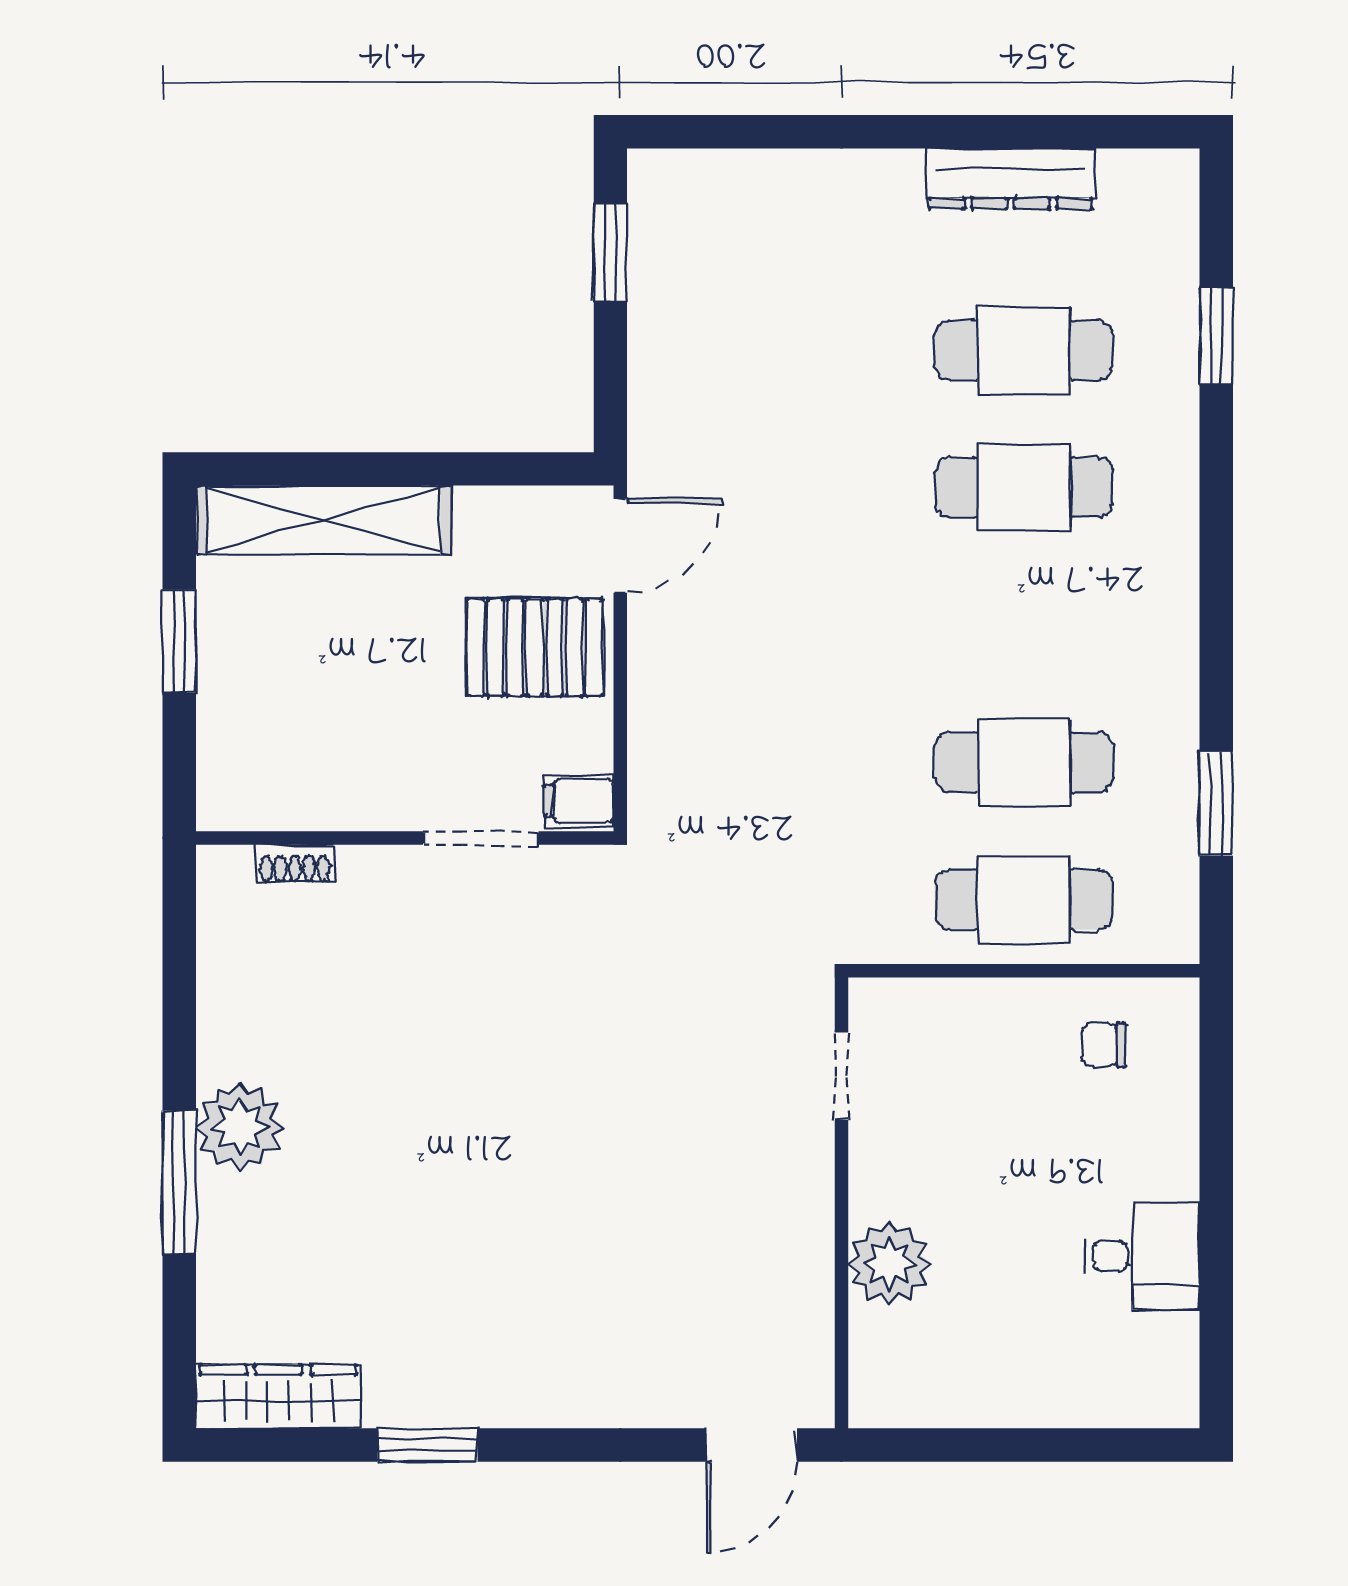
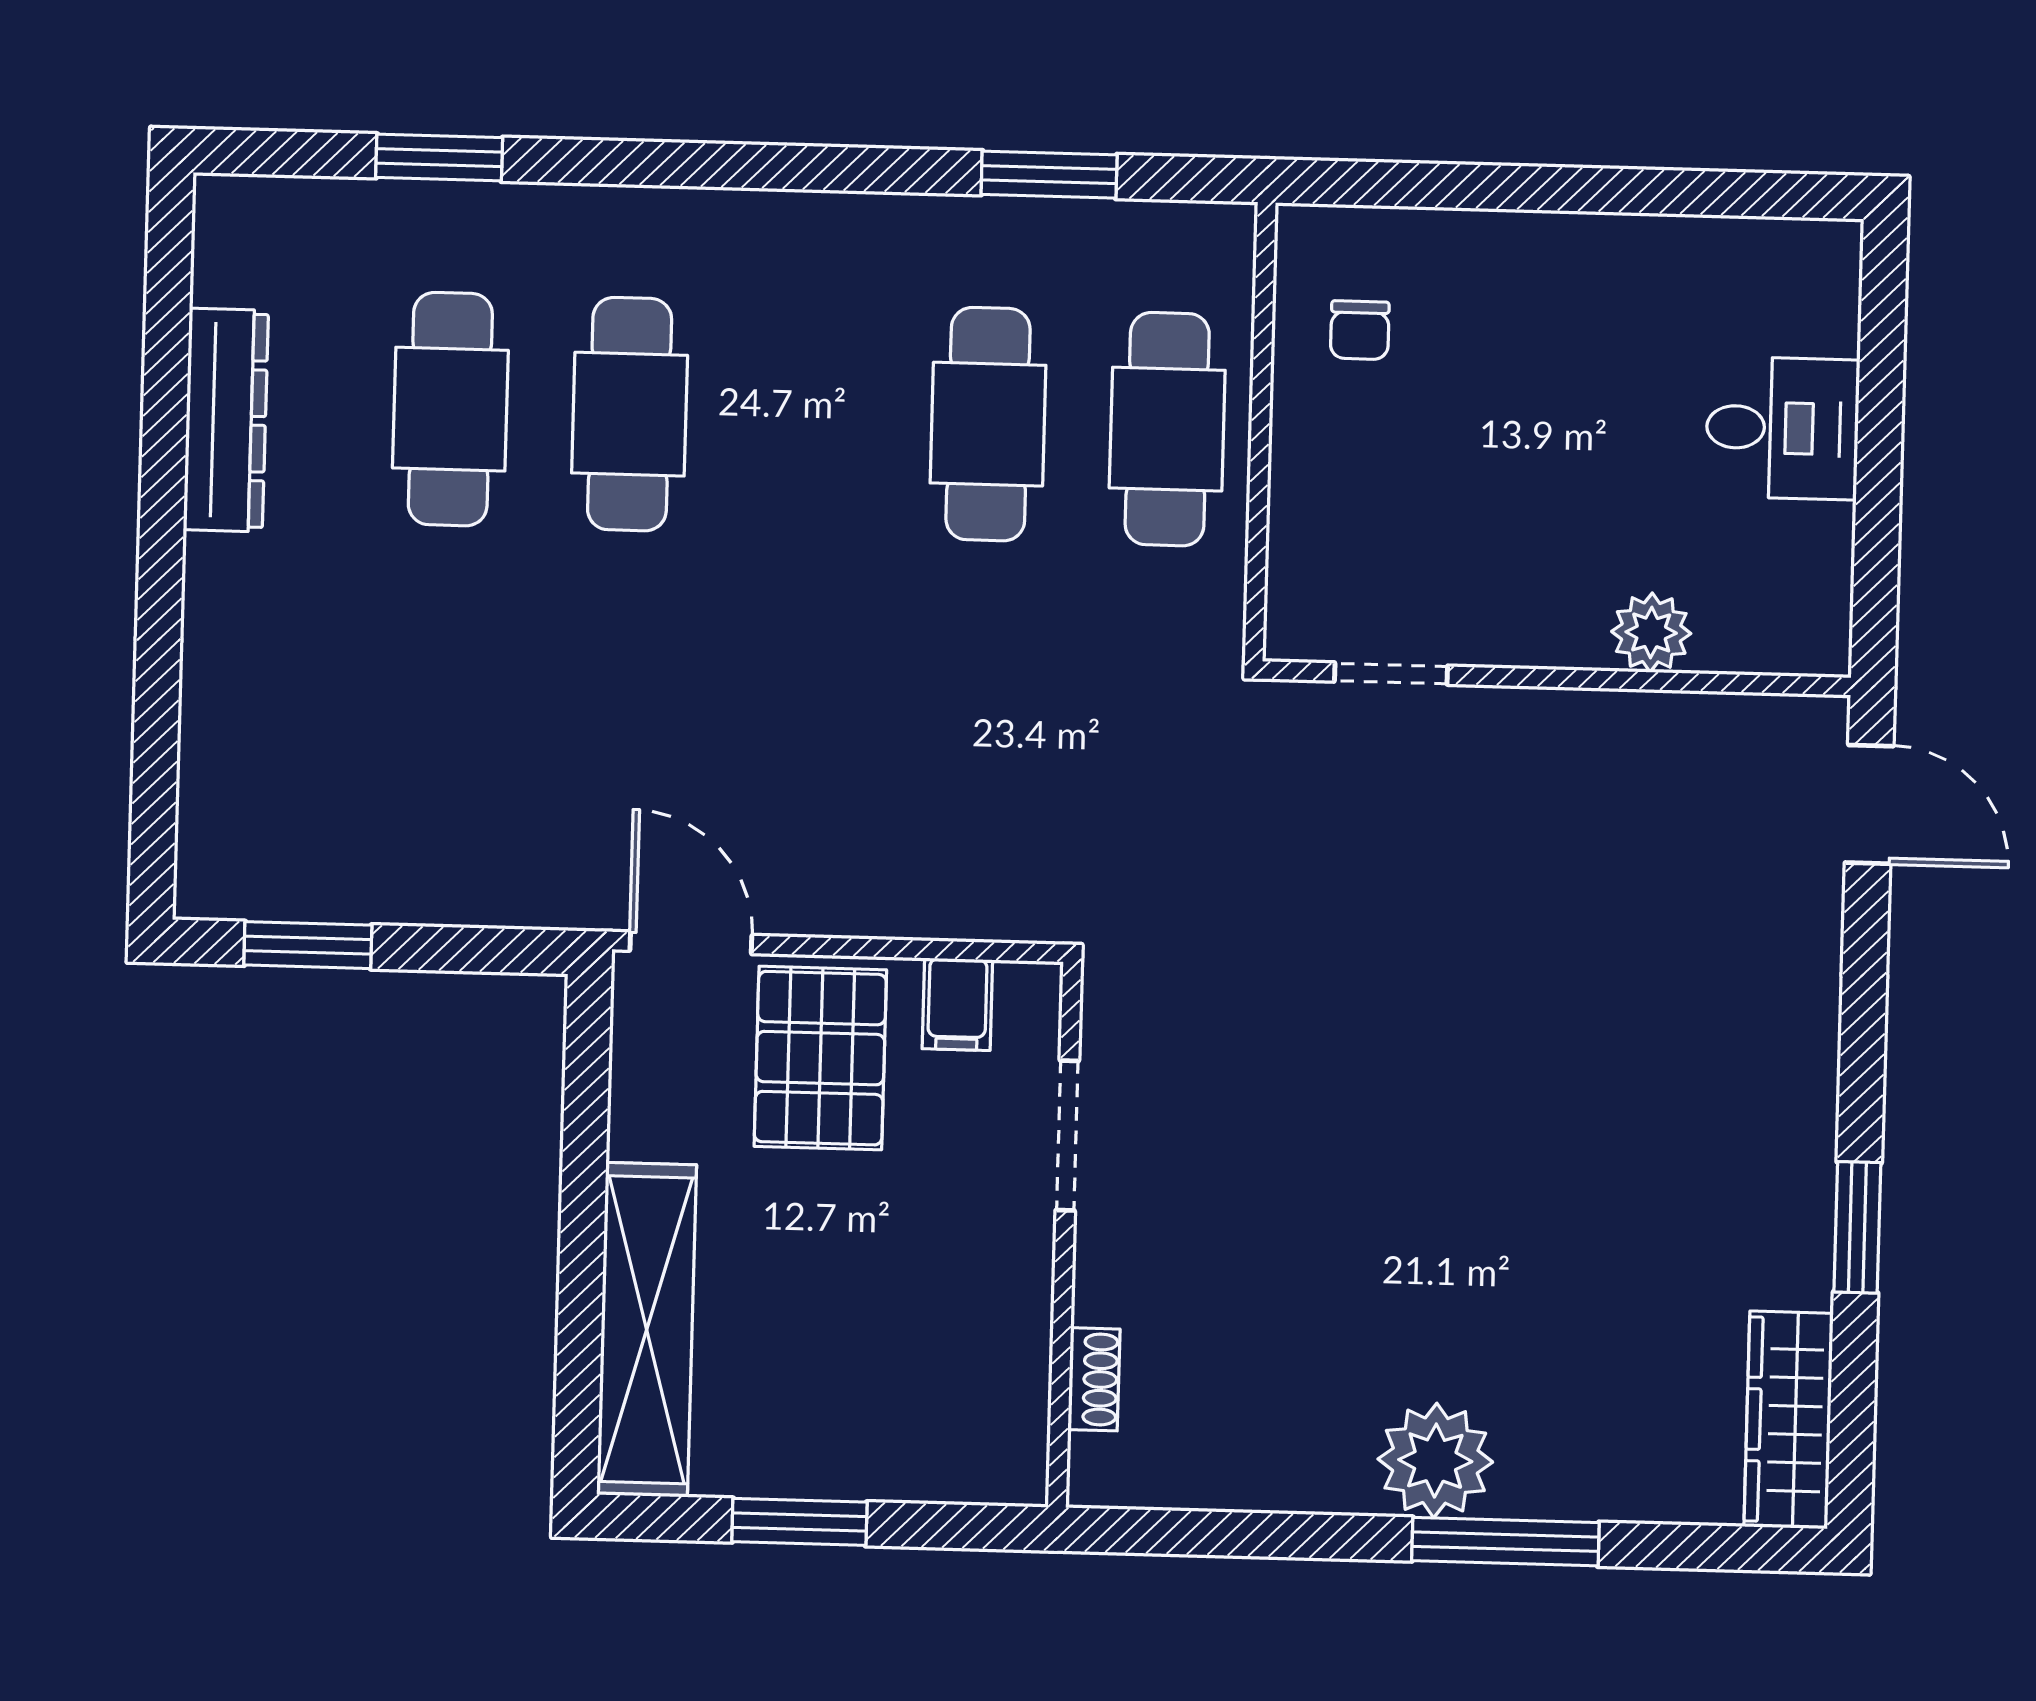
filing cabinet: (579, 801) -> (957, 1004), moved
desk: (1142, 1256) -> (1782, 428), moved, turned 90
plant: (890, 1263) -> (1651, 632), width x0.73, depth x0.73

